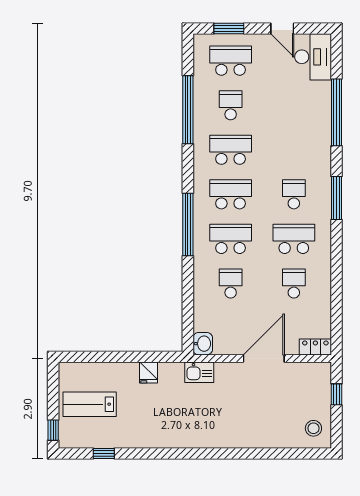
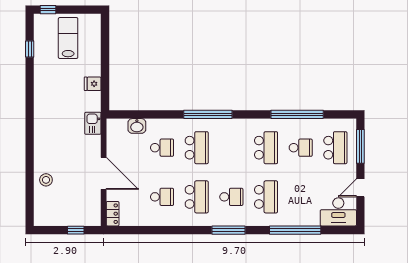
window: (229, 28) -> (360, 146), width x1.44
school desk: (231, 194) -> (266, 197), moved
washbasin: (203, 344) -> (137, 126), moved
stool: (313, 428) -> (46, 180), moved

